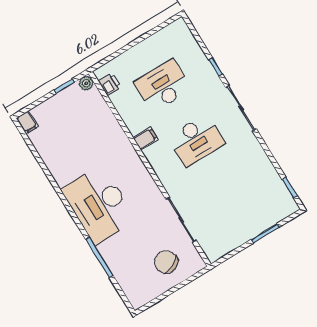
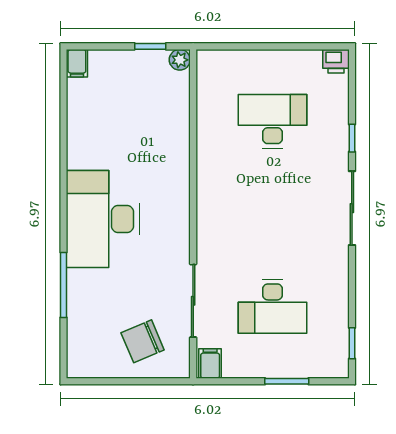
printer: (110, 84) -> (336, 61), moved, turned 90
filing cabinet: (145, 139) -> (210, 364), moved, turned -90
desk: (196, 140) -> (273, 306), moved
chair: (166, 262) -> (143, 341), turned -87

